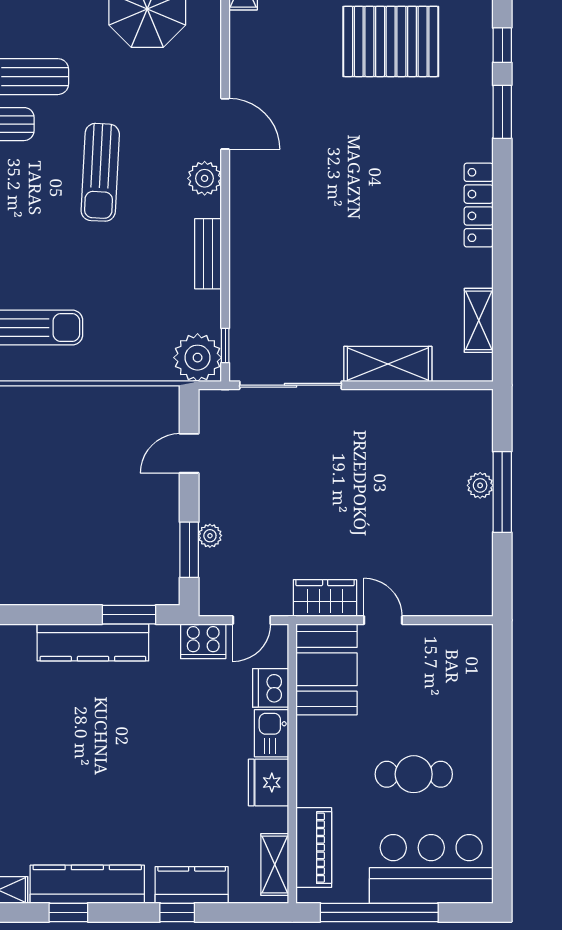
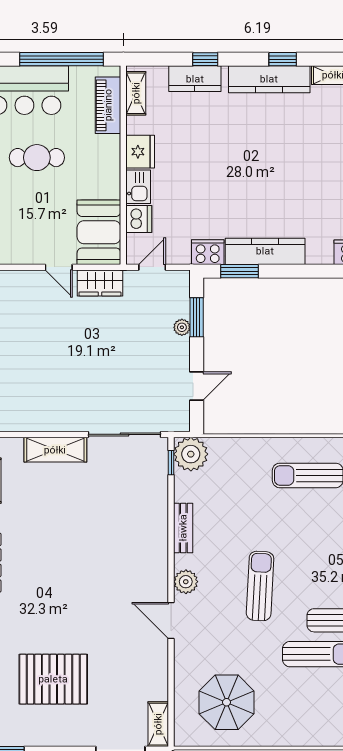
cooker: (203, 641) -> (208, 252), moved

